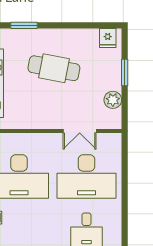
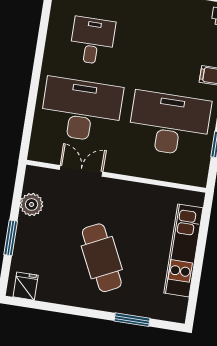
cafe table: (54, 68) -> (102, 258), turned 53

